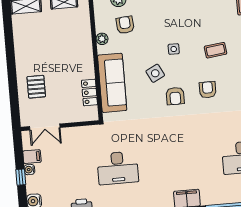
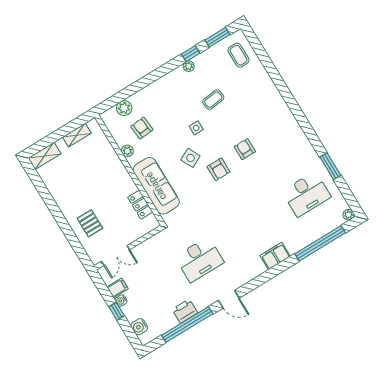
coffee table: (216, 50) -> (213, 100), moved

